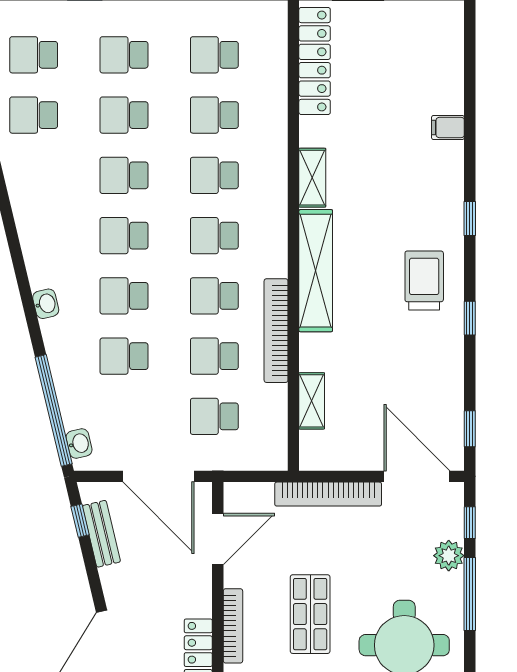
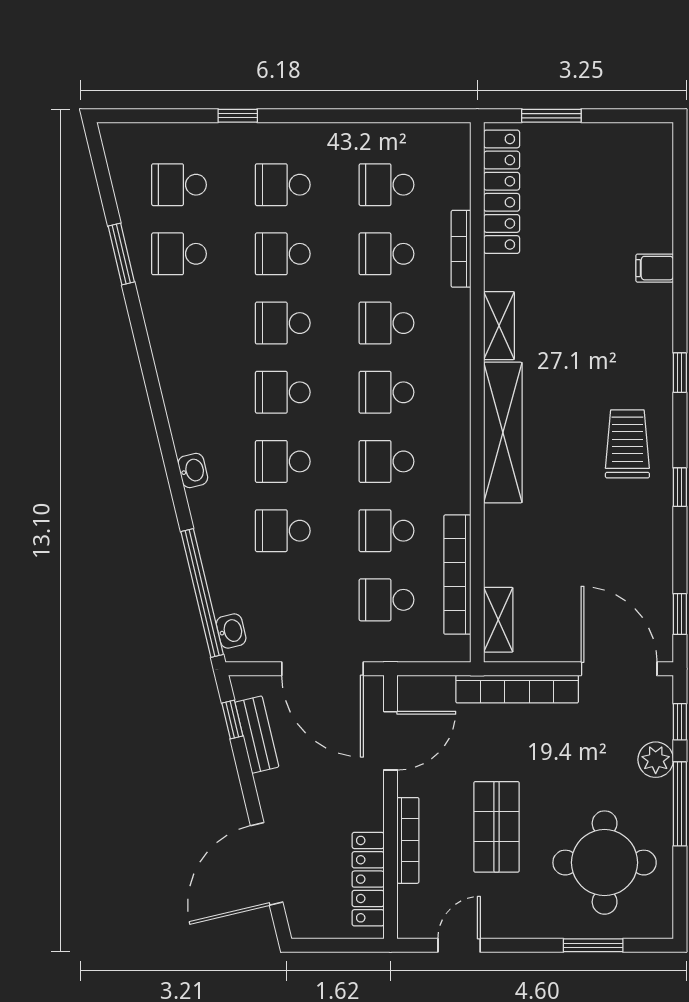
bookcase: (279, 111) -> (461, 249), added
bookcase: (276, 331) -> (457, 575), moved
shelving: (312, 401) -> (498, 620), moved

